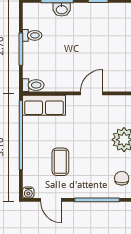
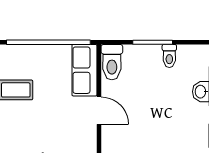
toilet: (33, 85) -> (112, 62), width x1.37, depth x1.39
door: (92, 93) -> (99, 111), moved

